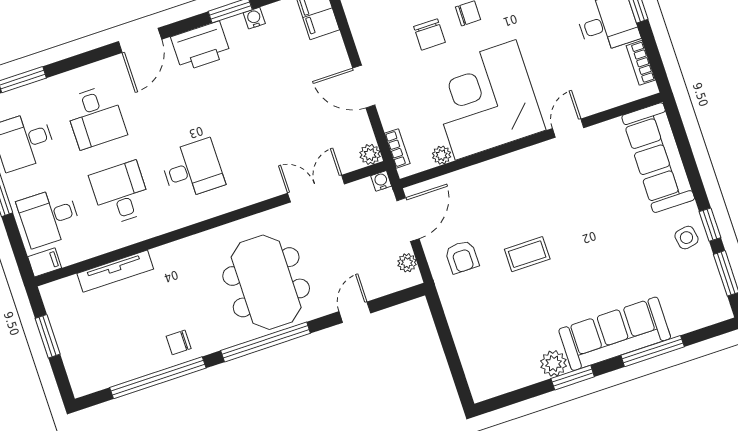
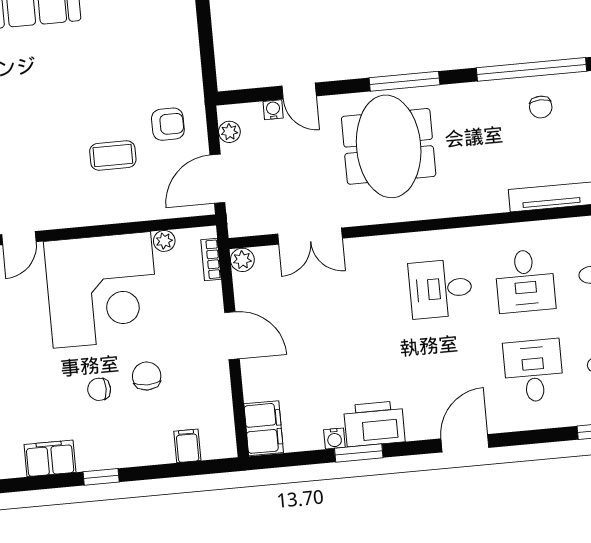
printer: (201, 46) -> (374, 424), moved
water cooler: (381, 181) -> (273, 110), moved, turned 180
coffee table: (527, 254) -> (113, 155), moved
armchair: (462, 257) -> (168, 124), turned 90
door: (355, 312) -> (299, 91), hinge flipped
chair: (179, 342) -> (541, 107), moved, turned 89
window: (266, 342) -> (404, 81), width x0.68

